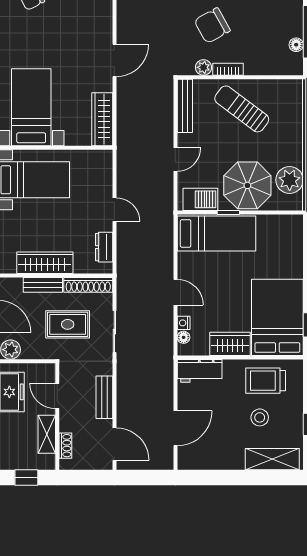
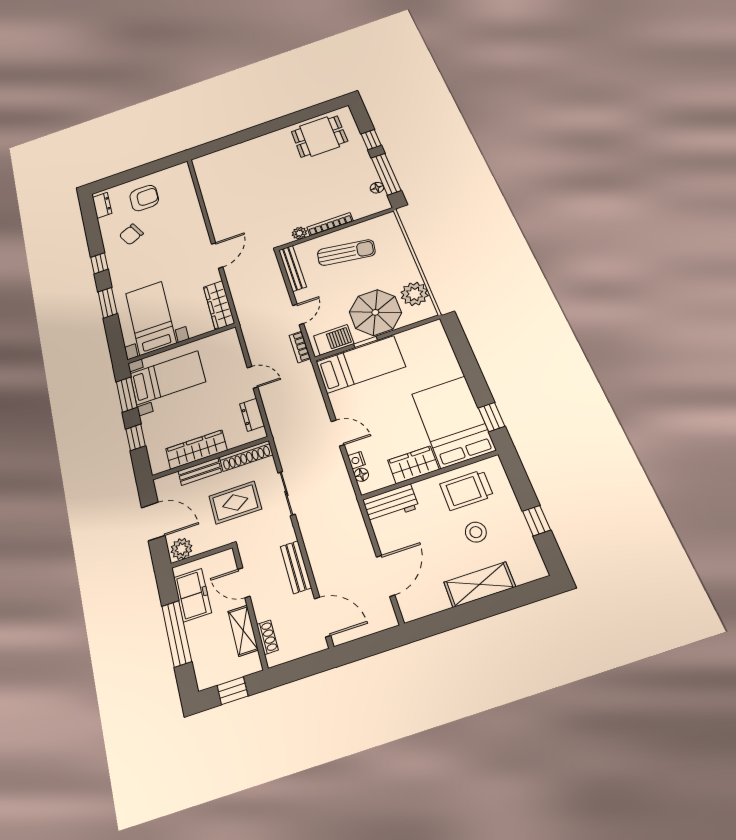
chair: (212, 26) -> (296, 200), removed
bookcase: (228, 69) -> (330, 224), width x1.56
sun lounger: (242, 109) -> (346, 253), turned 152
bookcase: (167, 195) -> (300, 347), added
shelving: (272, 459) -> (480, 585), moved

